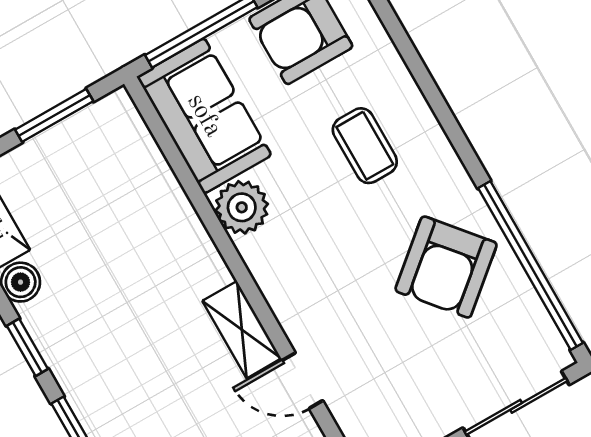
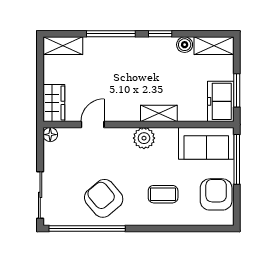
freezer: (97, 136) -> (221, 101), added
plant: (242, 207) -> (144, 138), moved
shelving: (242, 330) -> (159, 113), moved

